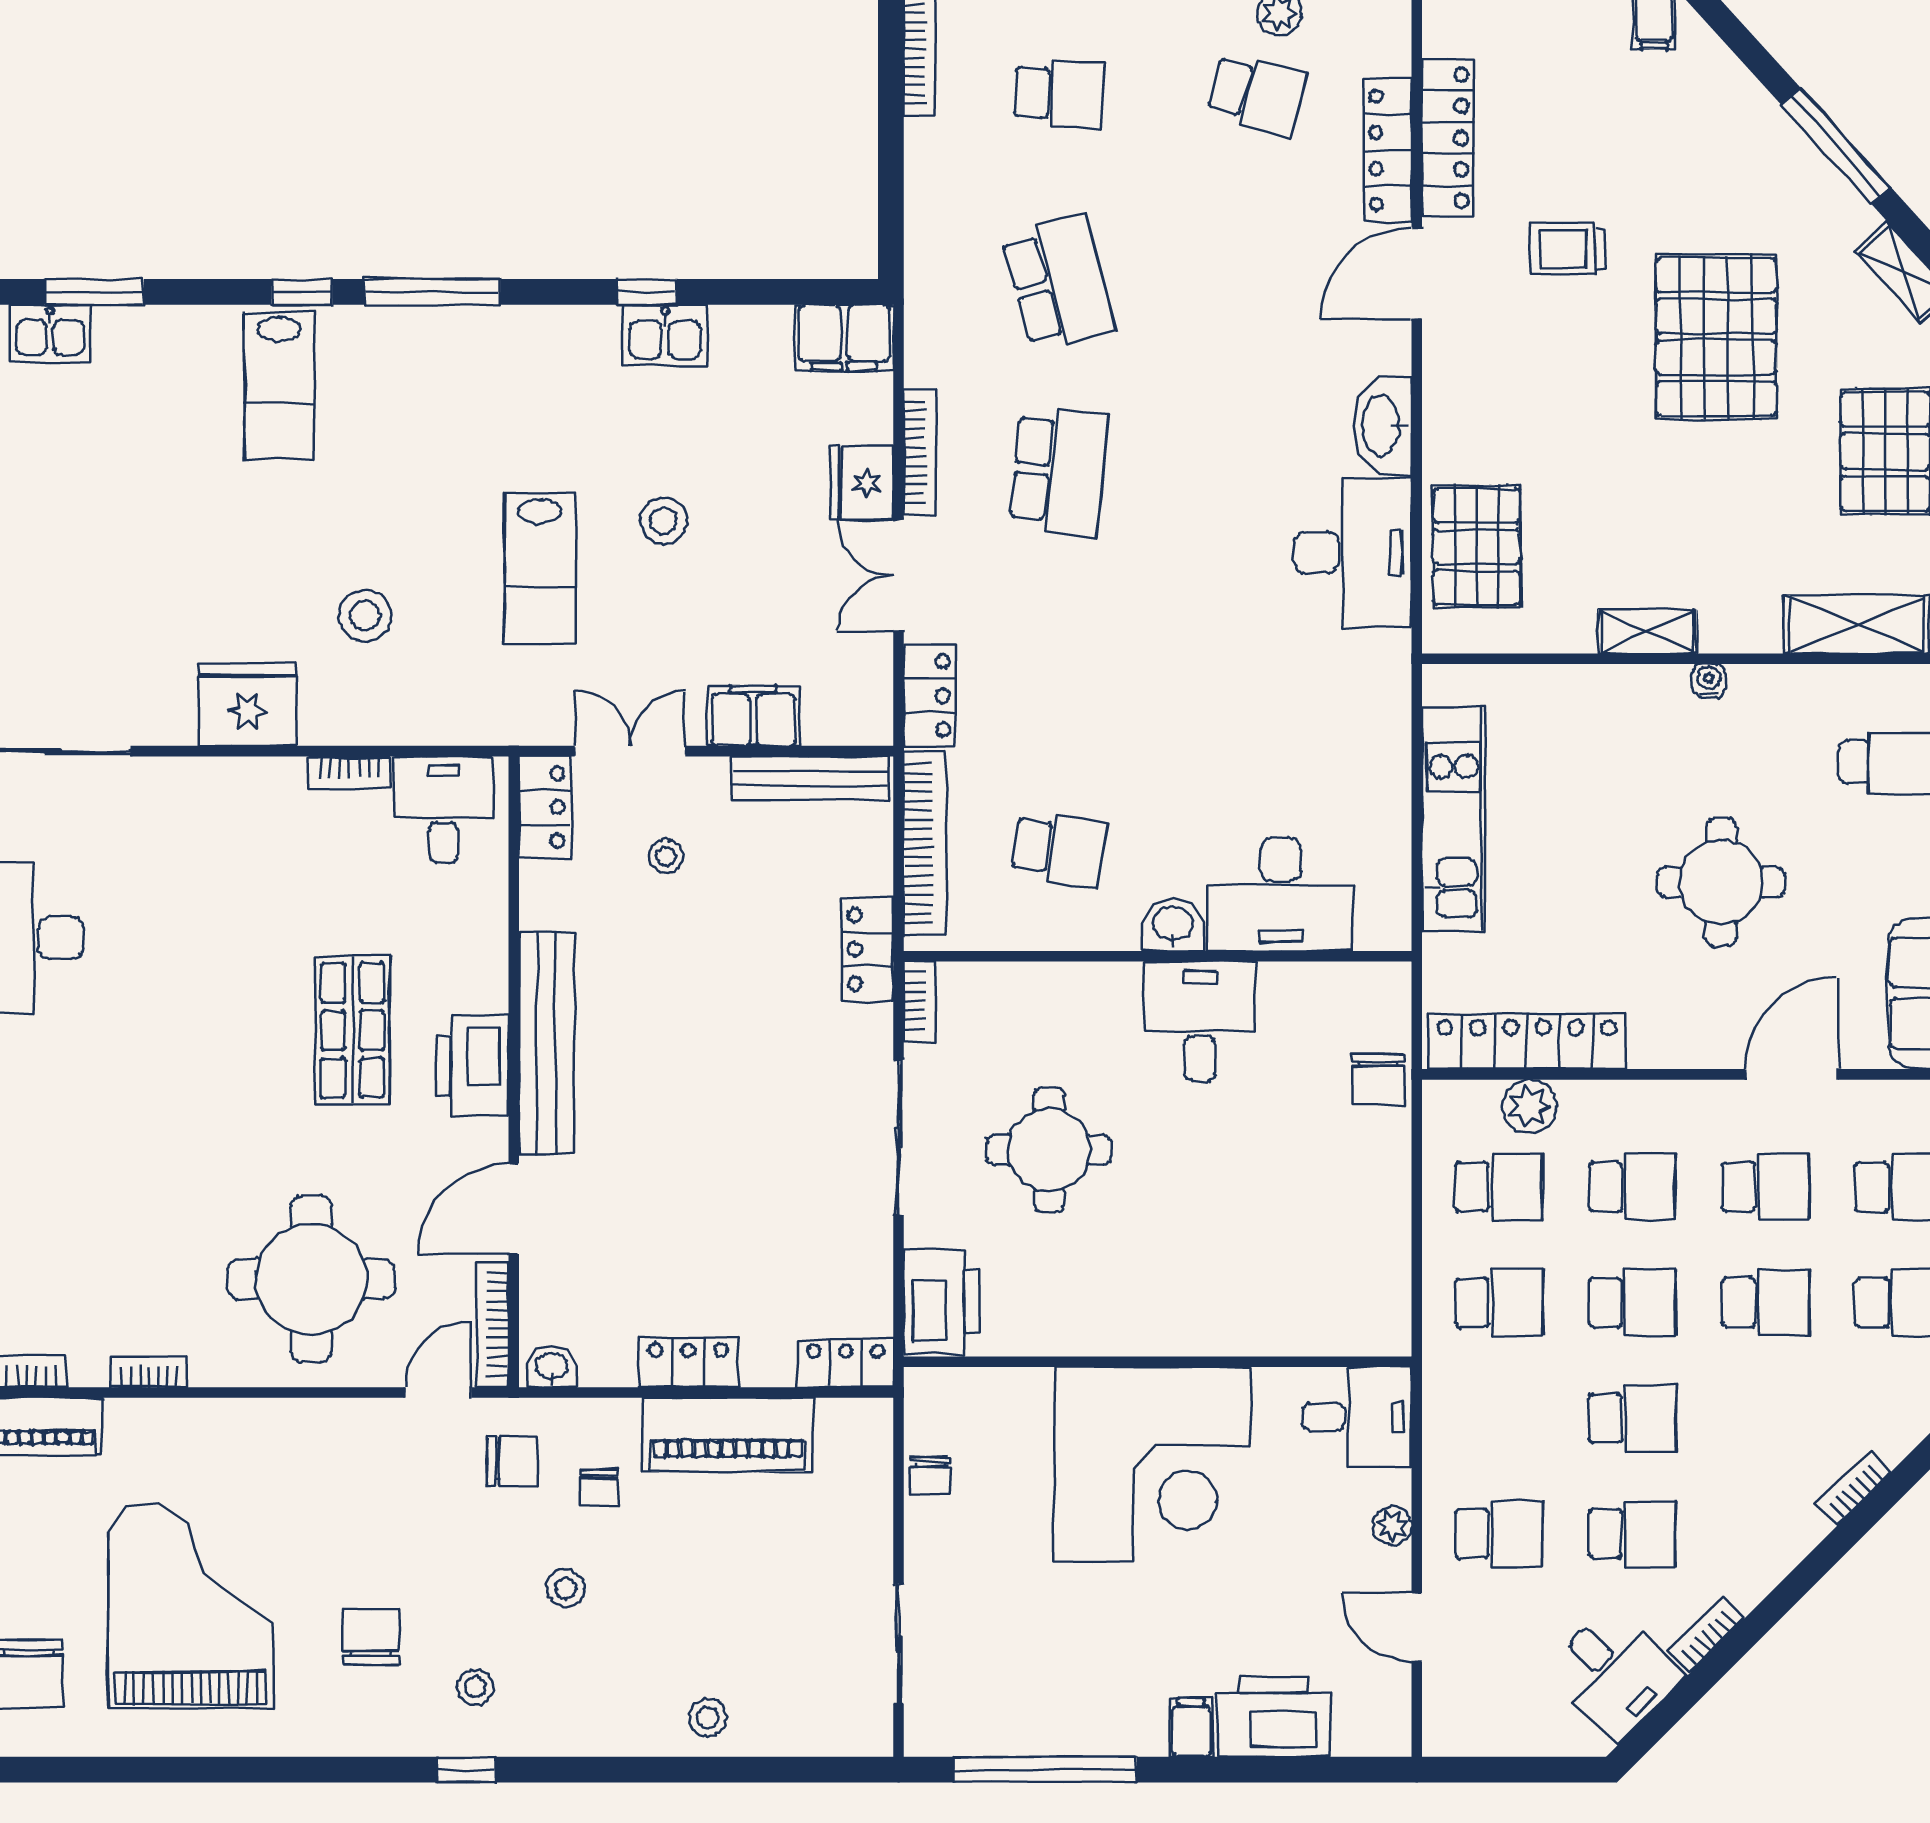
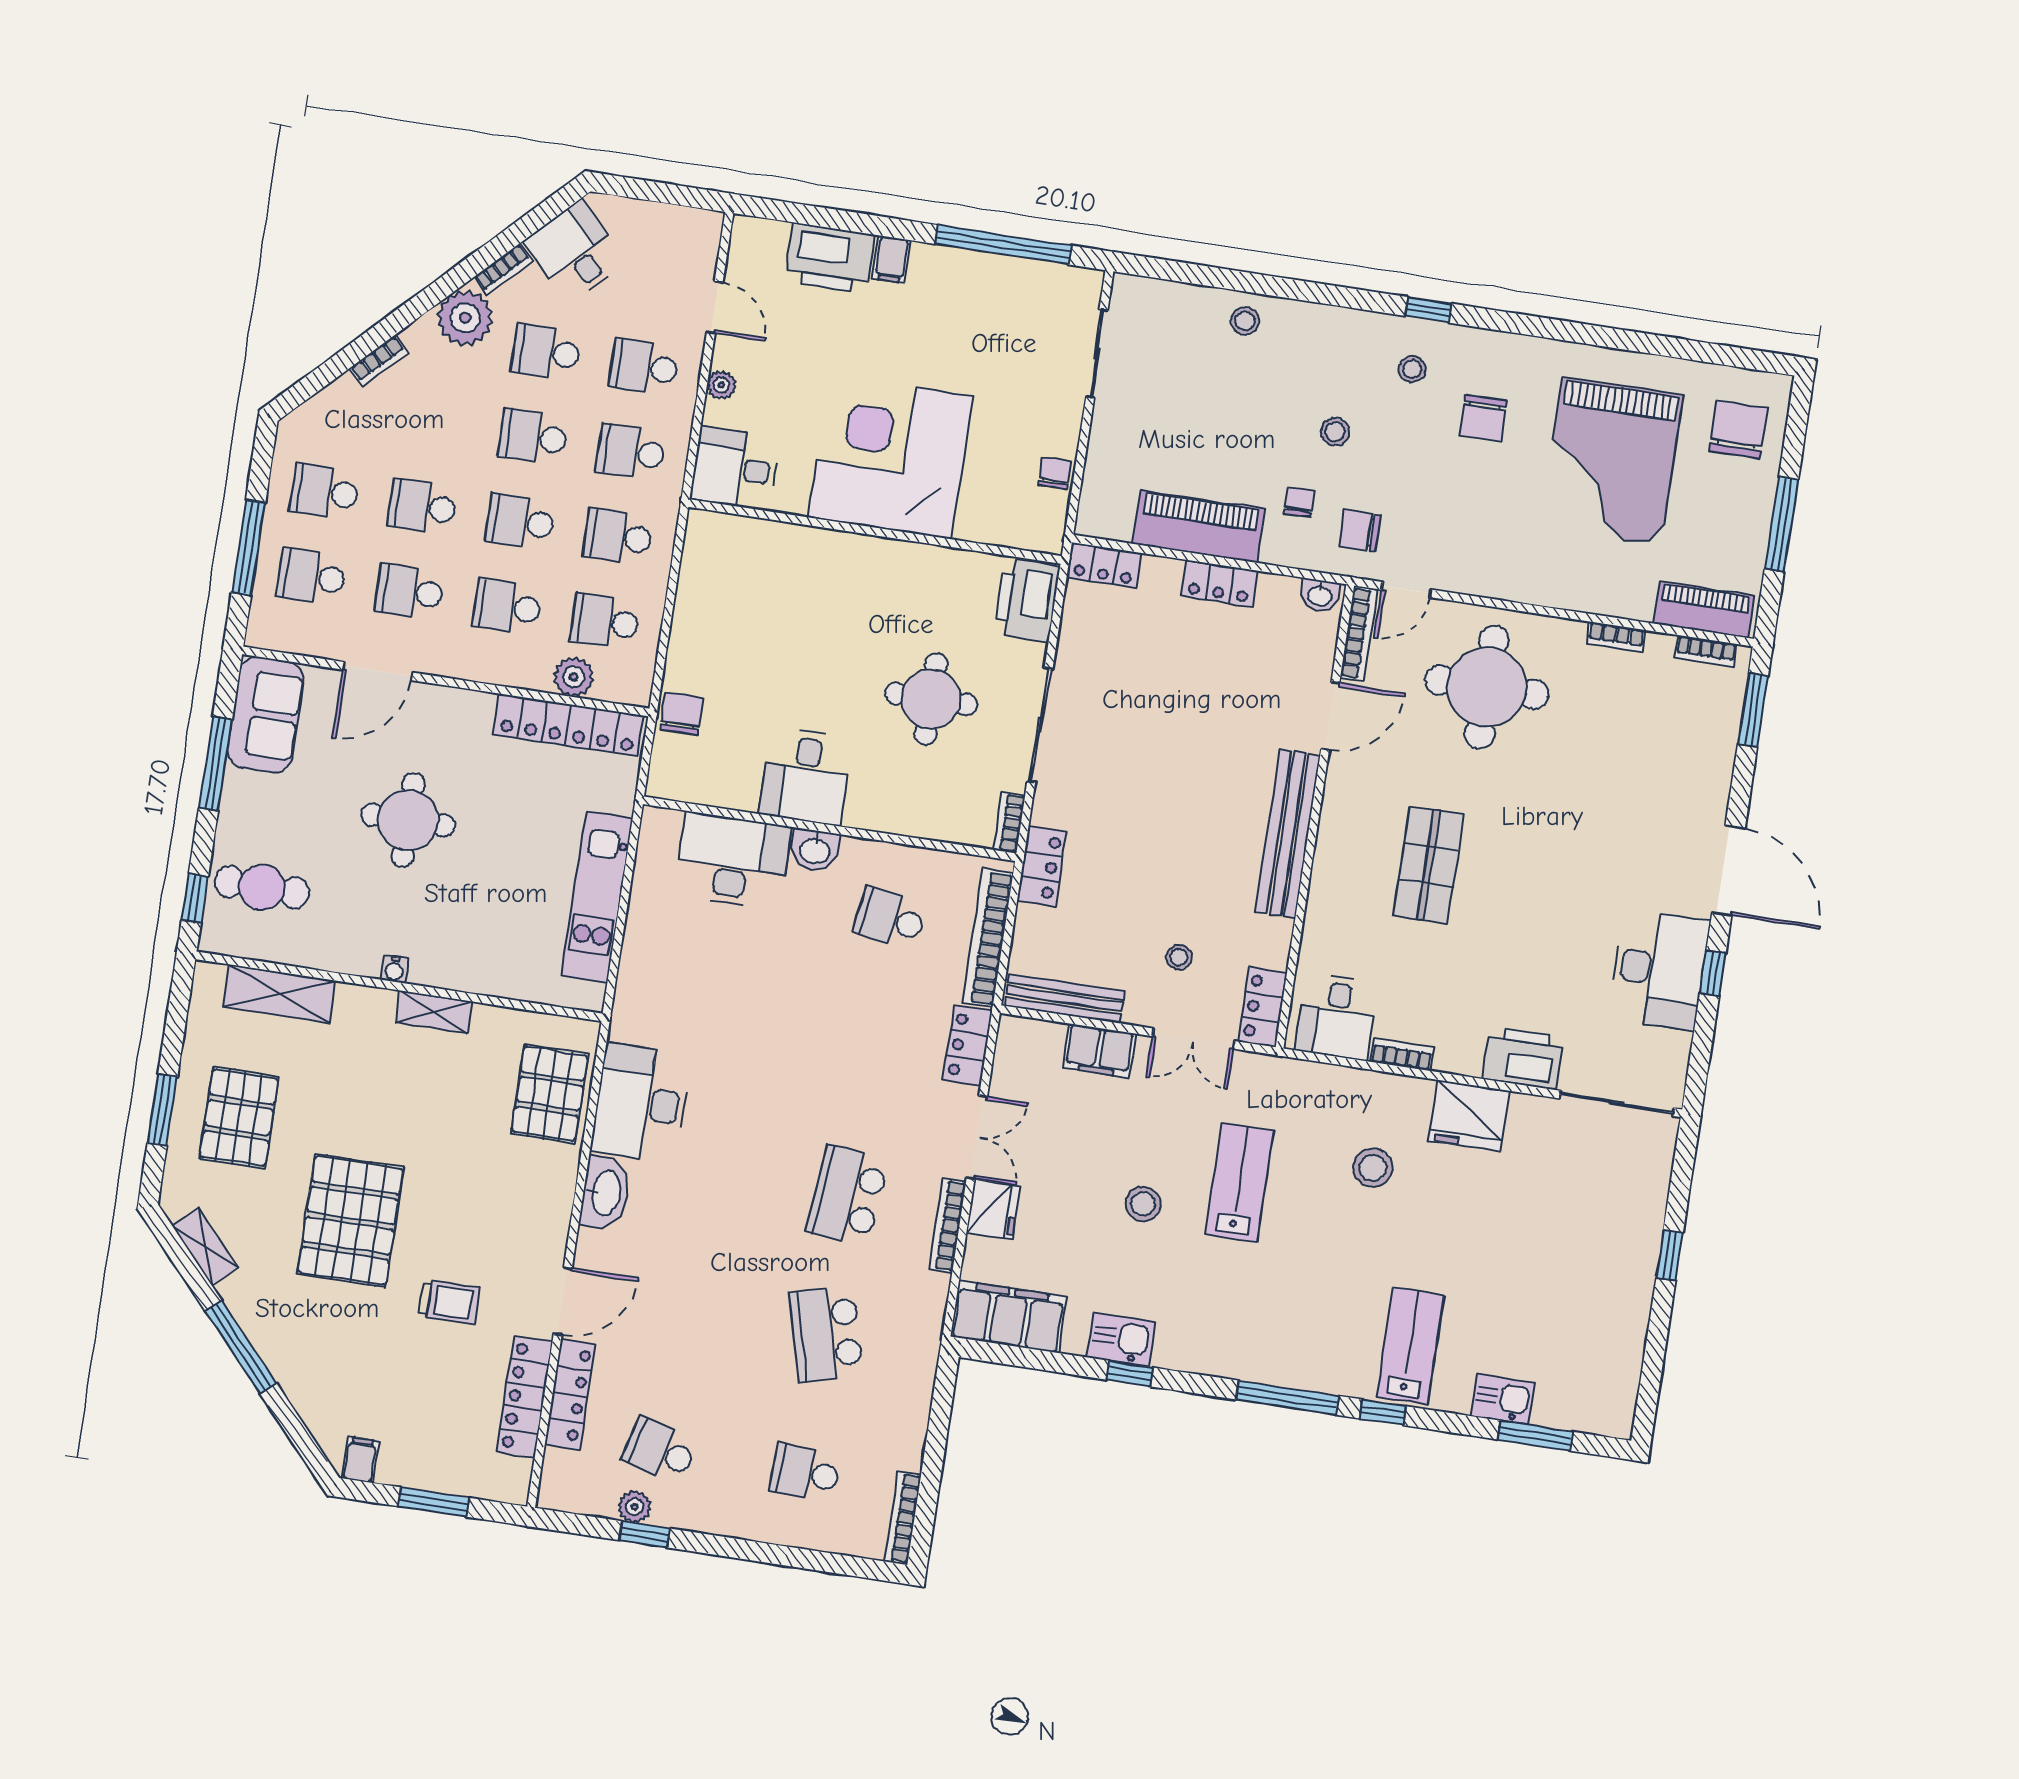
kitchen sink: (50, 333) -> (1503, 1399), moved
filing cabinet: (844, 338) -> (1009, 1317), width x1.50, depth x1.17
printer: (472, 1065) -> (1523, 1058), moved, turned -90
school desk: (1499, 1418) -> (631, 452), added
plant: (1747, 1563) -> (465, 318), added

